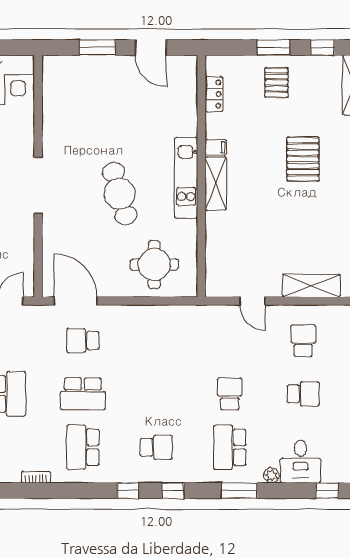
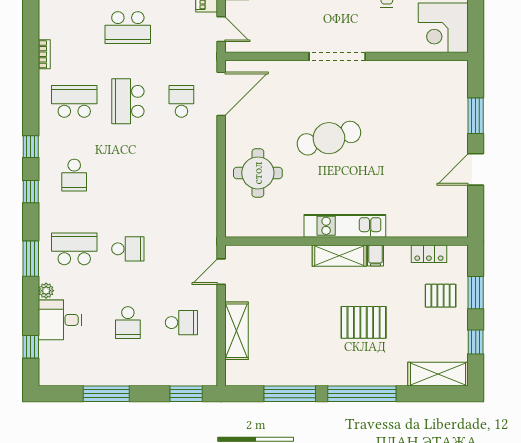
locker: (214, 94) -> (429, 254), moved
filing cabinet: (216, 147) -> (376, 255), moved
wall: (201, 176) -> (347, 241), moved
kitchen unit: (186, 178) -> (345, 226), moved
shelving: (216, 183) -> (339, 256), moved

